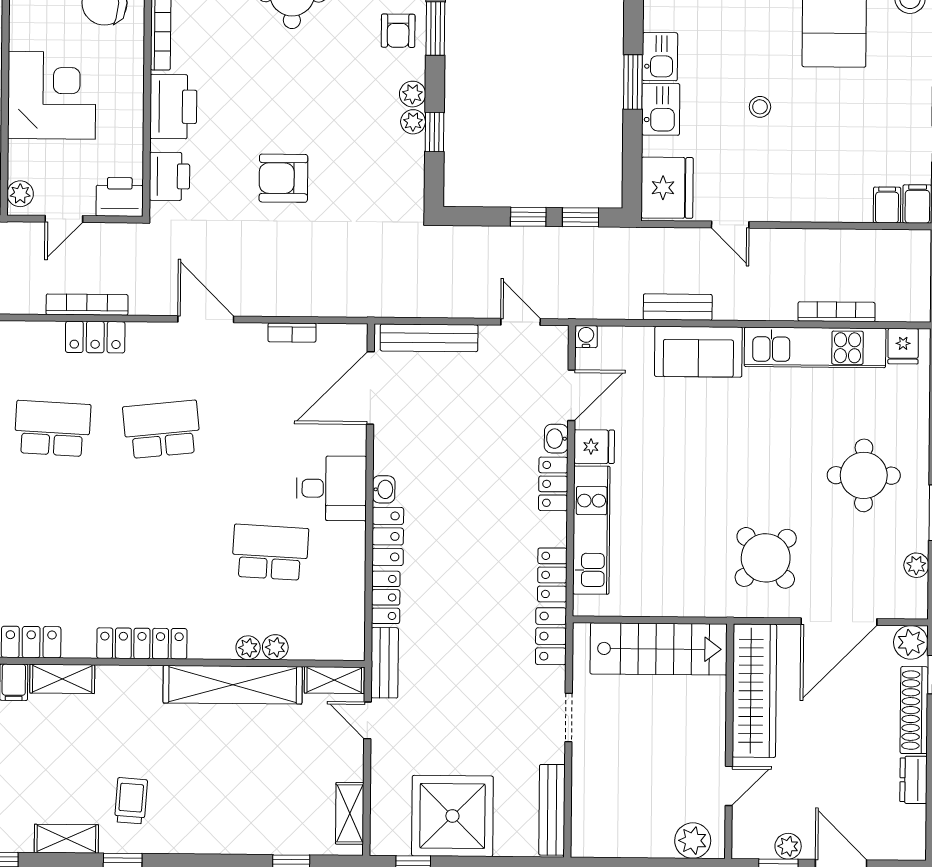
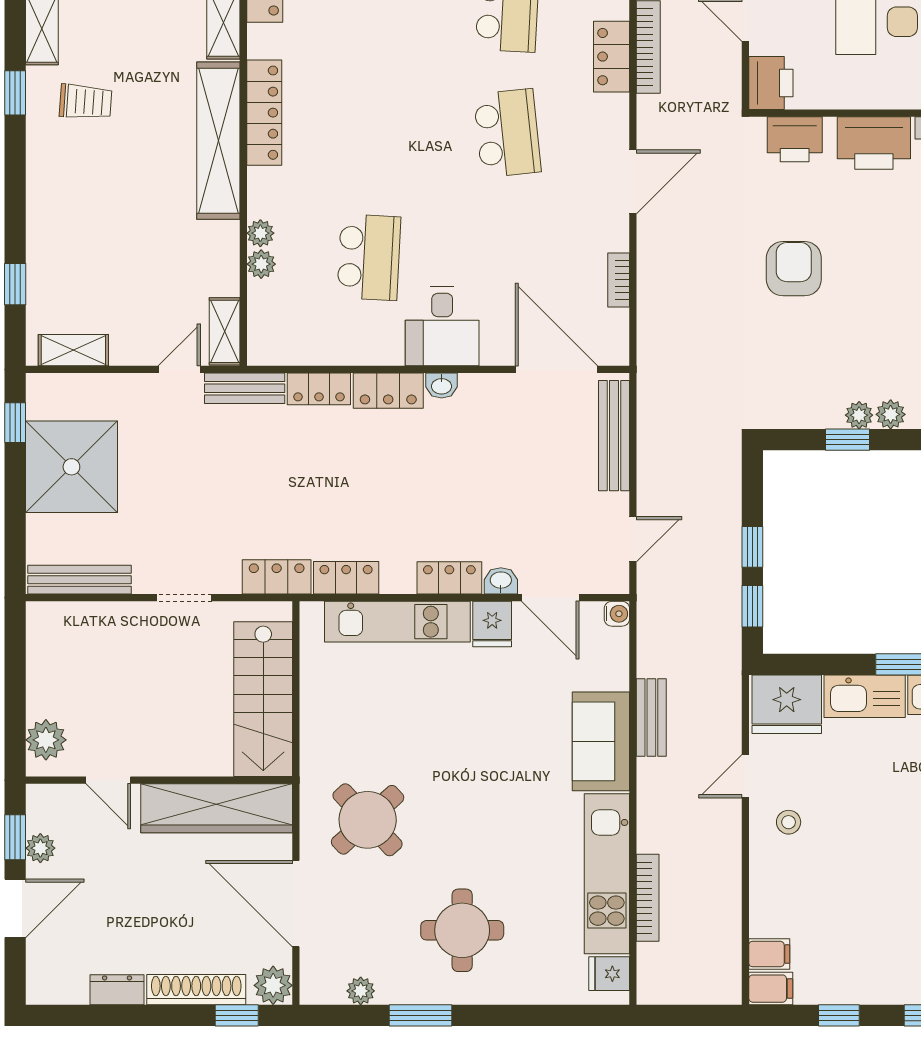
stool: (760, 107) -> (789, 822), moved
kitchen sink: (661, 109) -> (865, 696), width x1.38
shelving: (233, 685) -> (218, 141), moved

